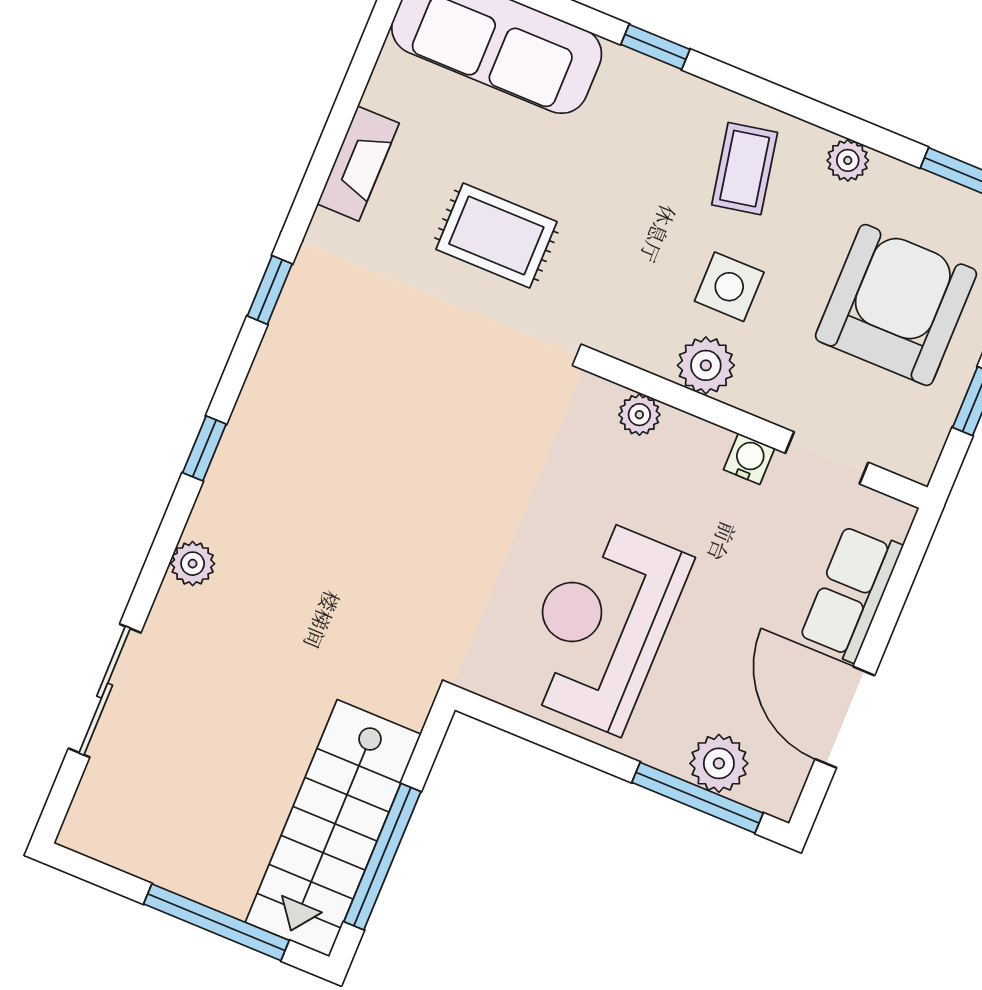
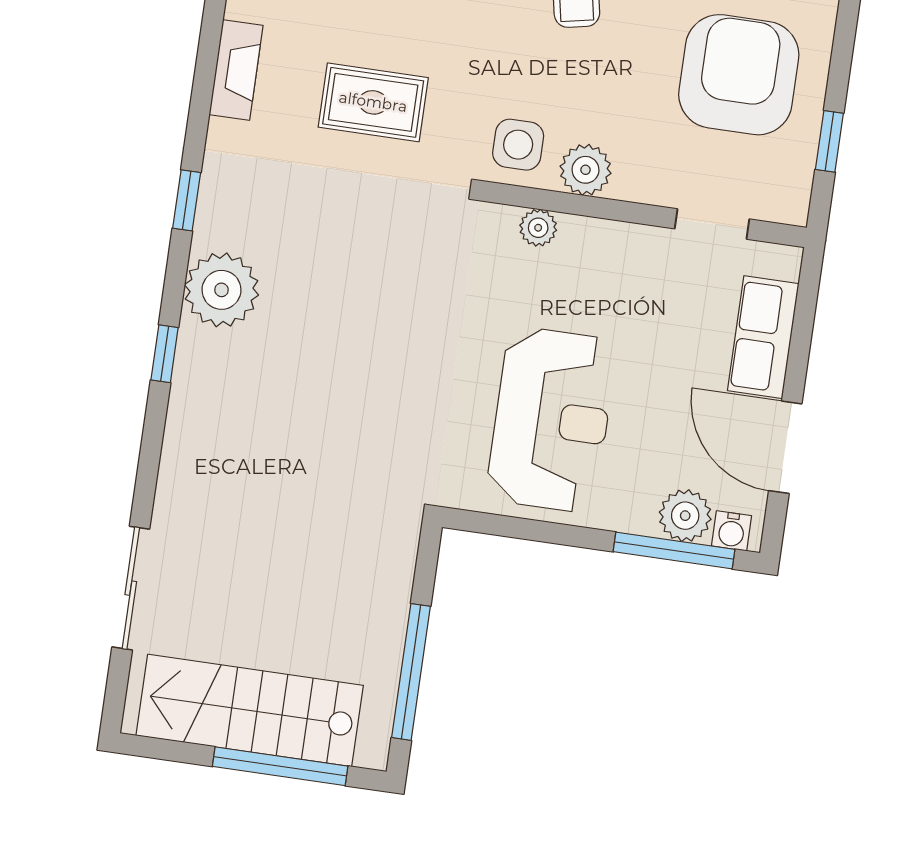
side table: (729, 287) -> (518, 145), moved
water cooler: (749, 459) -> (732, 531), moved, turned 180
plant: (193, 564) -> (221, 290), moved, width x1.88, depth x1.88
reception desk: (602, 624) -> (552, 420), turned 180
stairs: (333, 828) -> (250, 710), moved, turned 90

